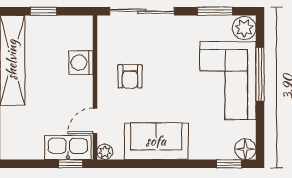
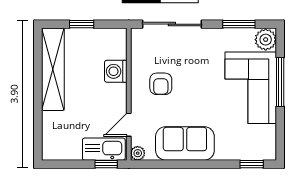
floor lamp: (245, 149) -> (267, 151), removed

